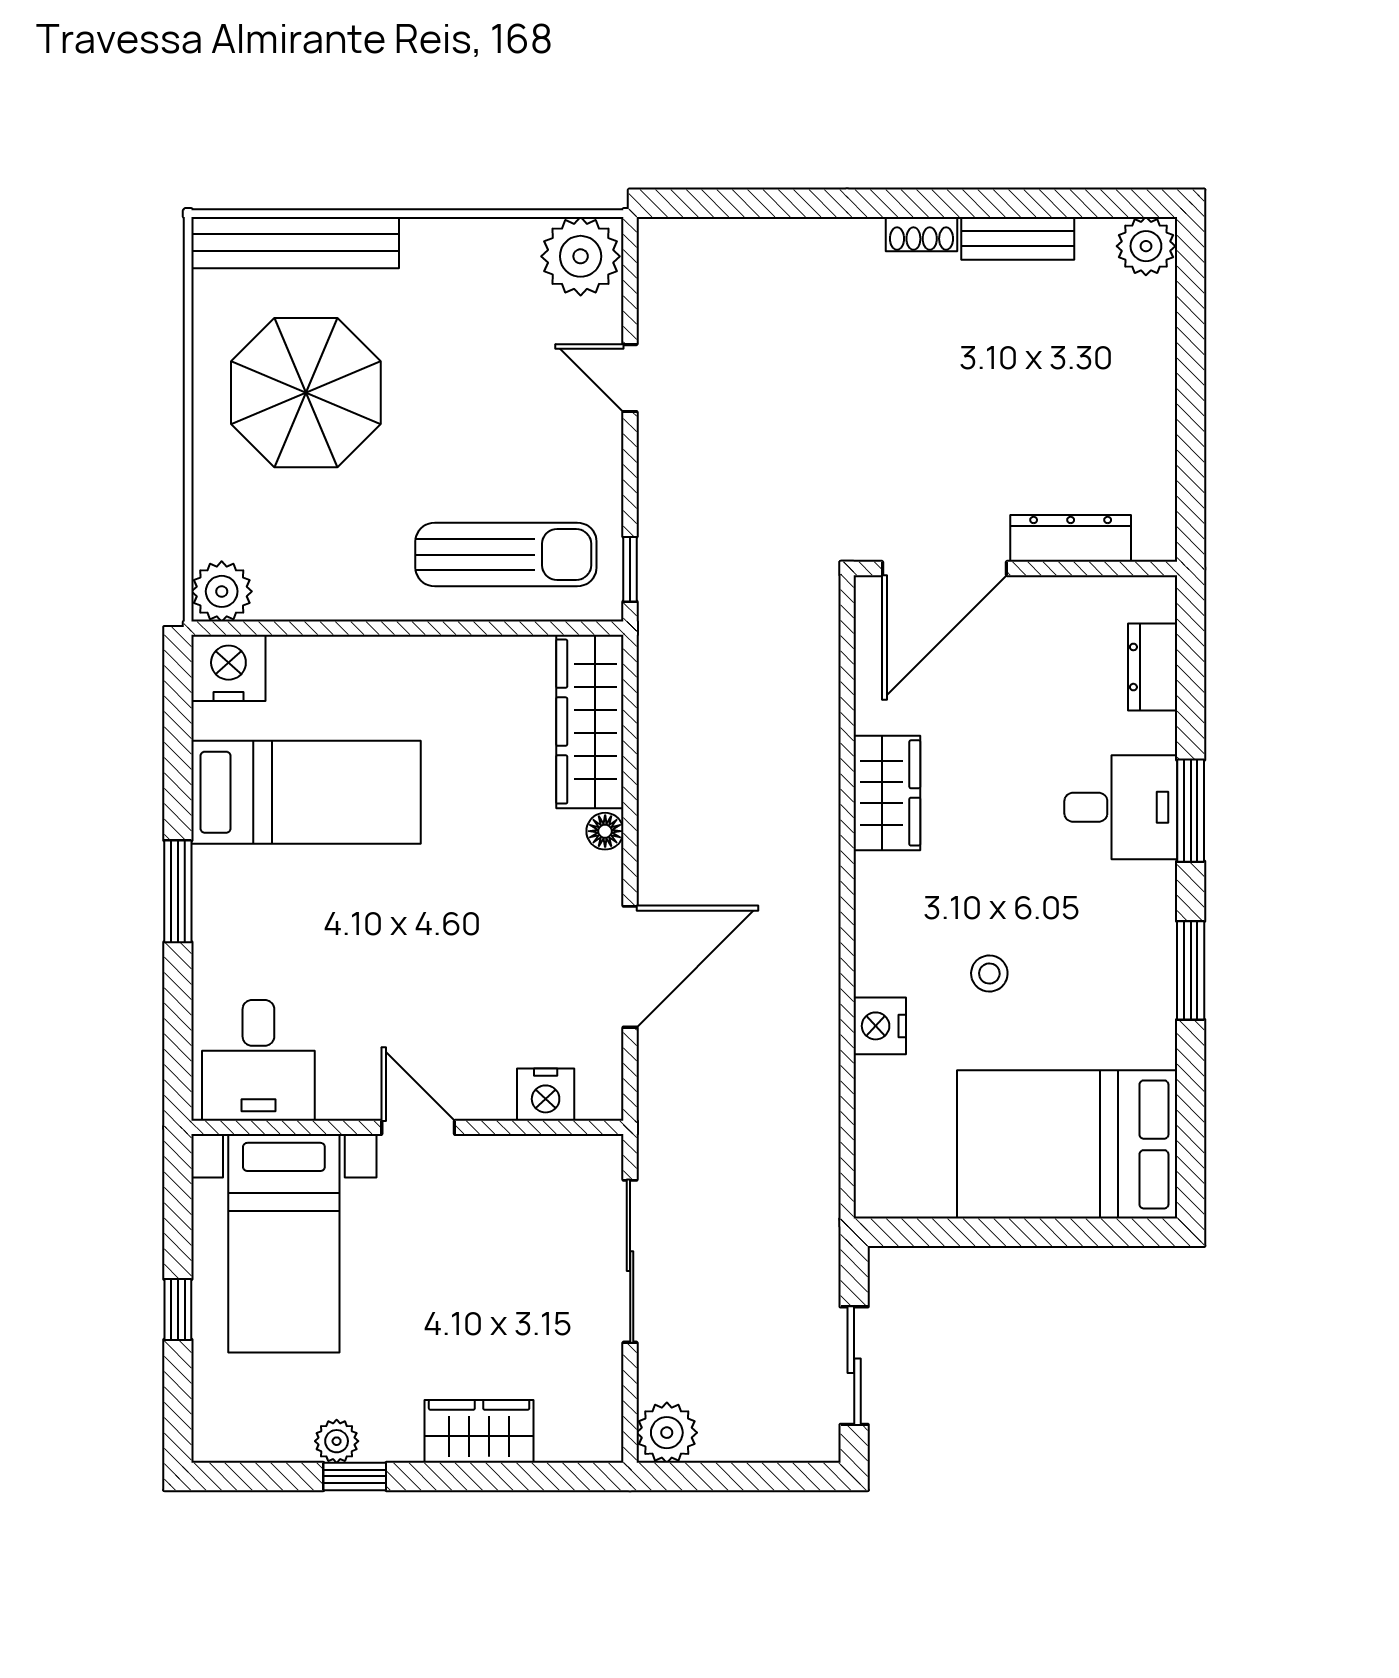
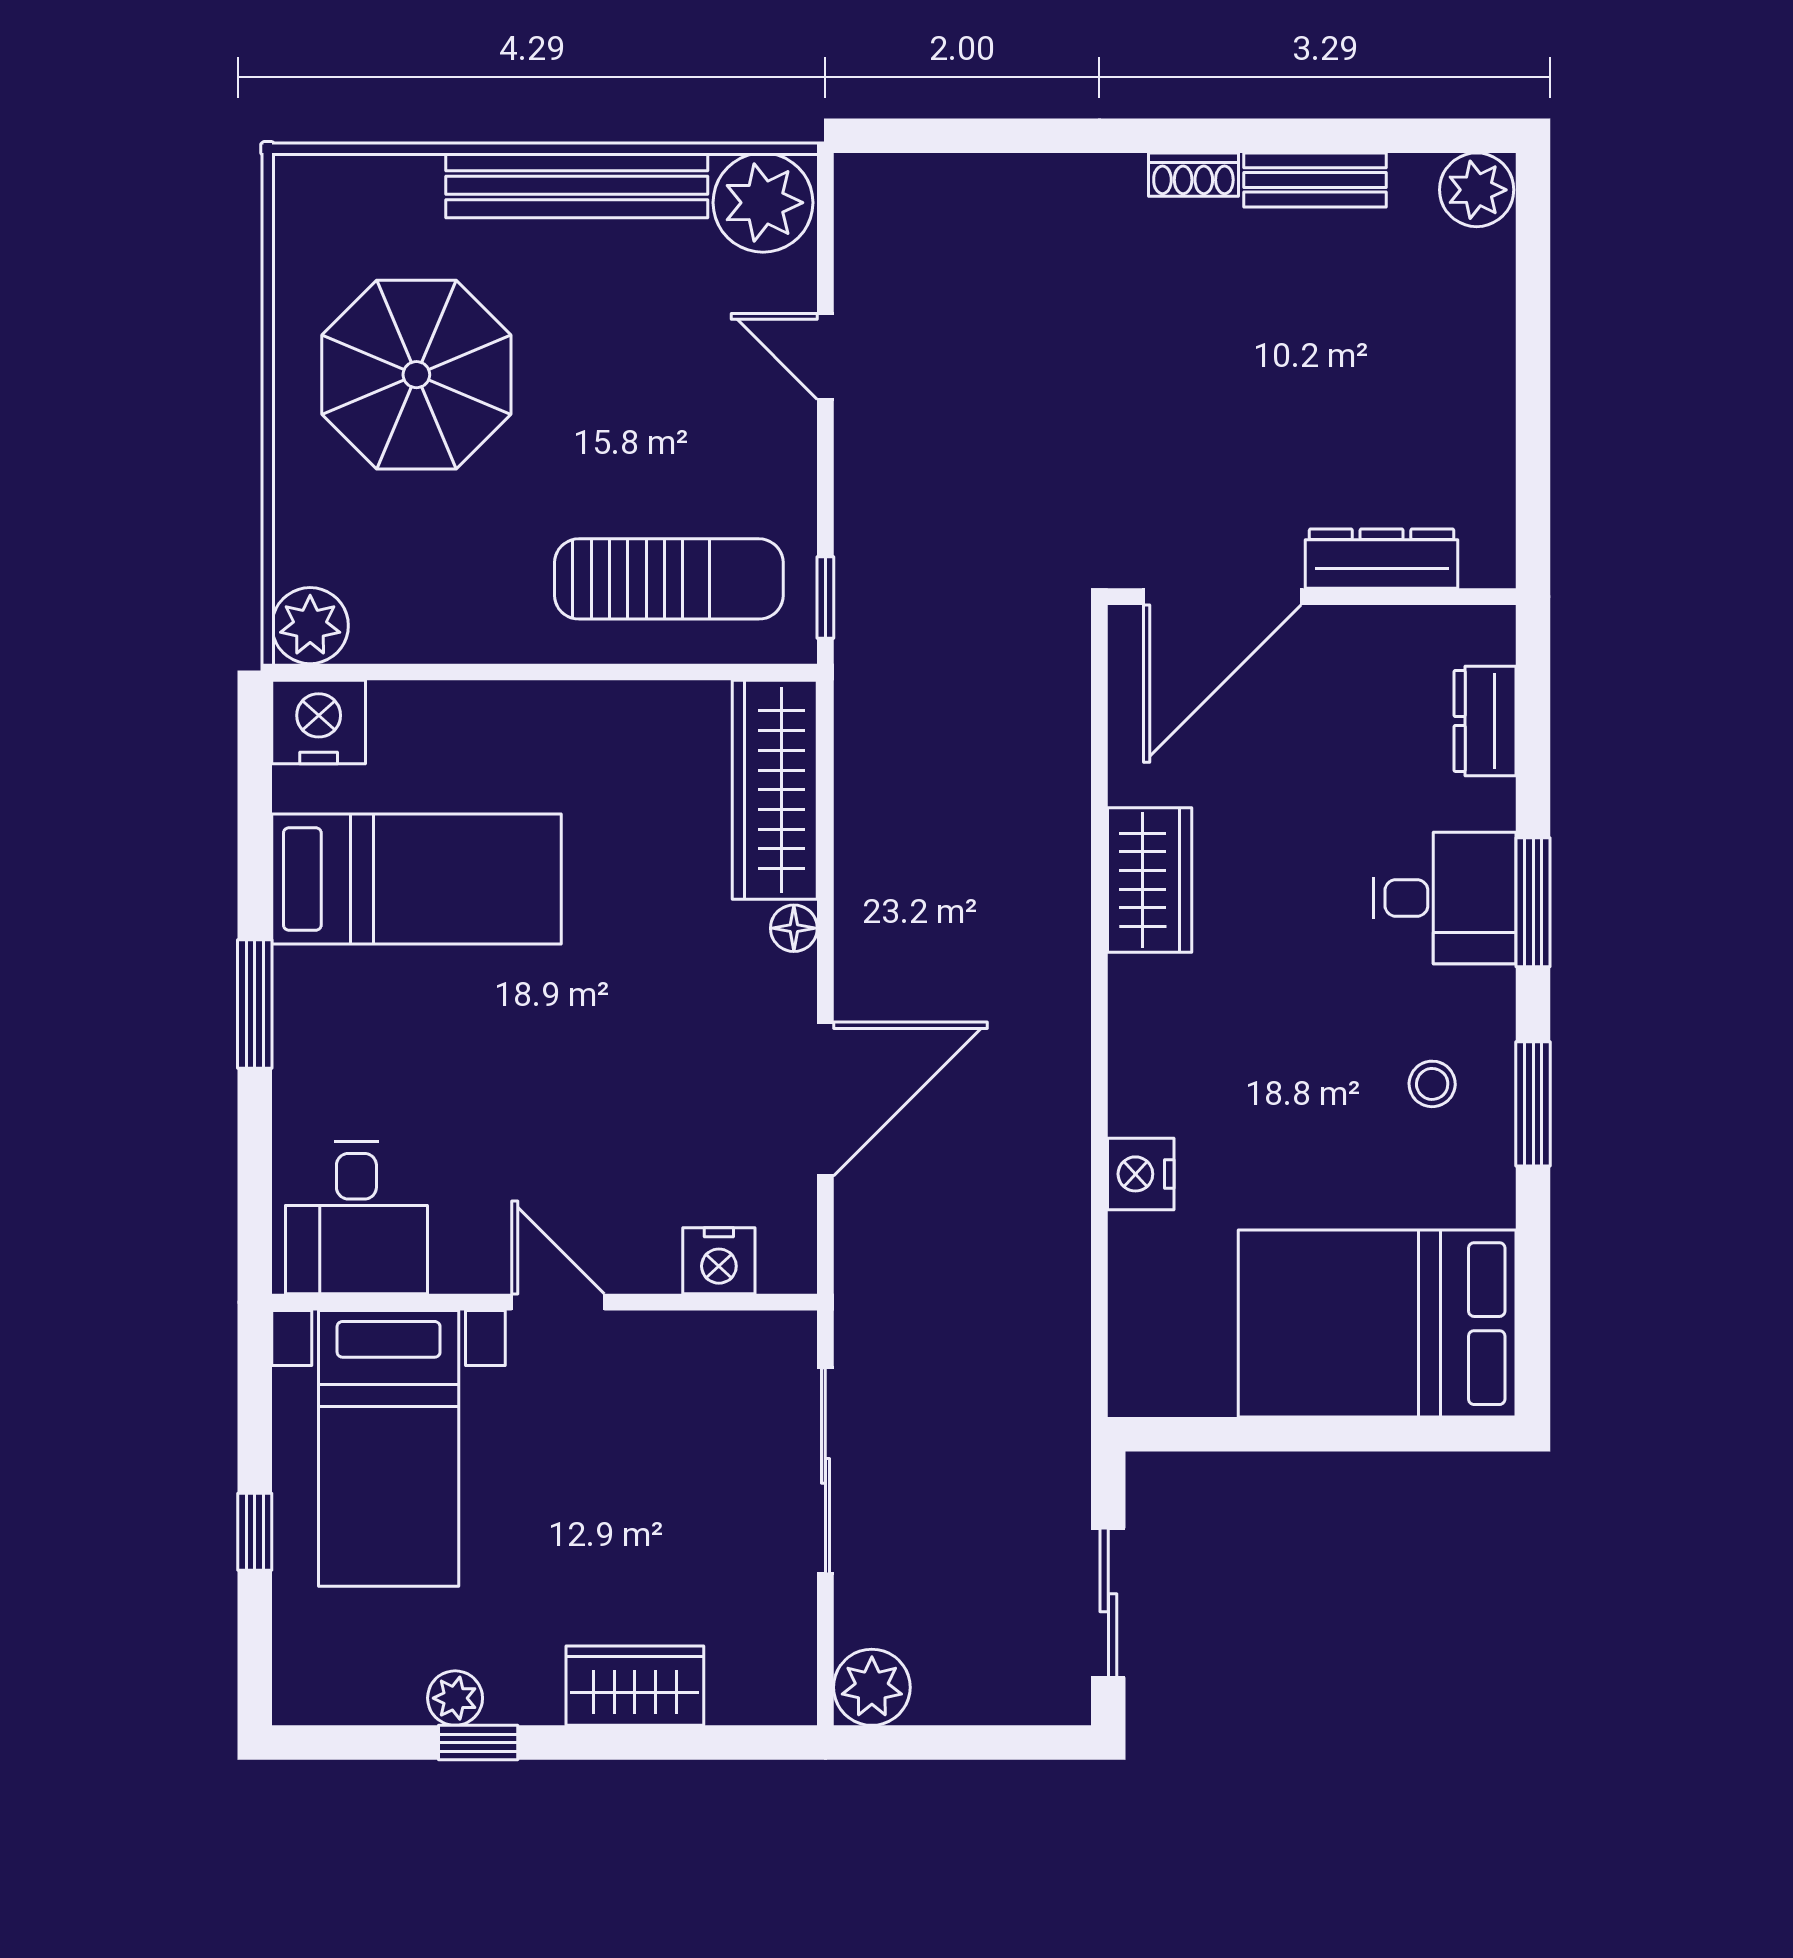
bench: (295, 243) -> (577, 185), moved
stool: (989, 973) -> (1432, 1084), moved

